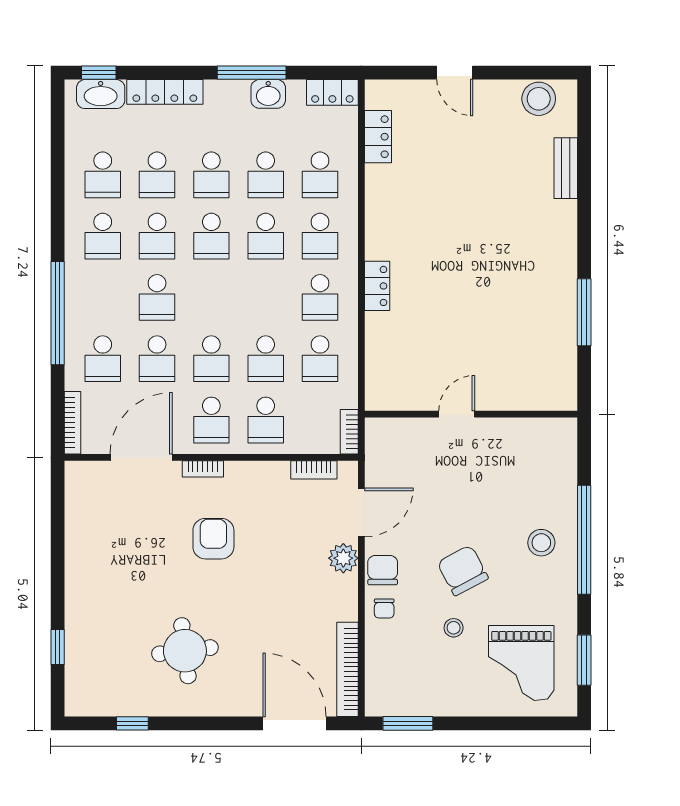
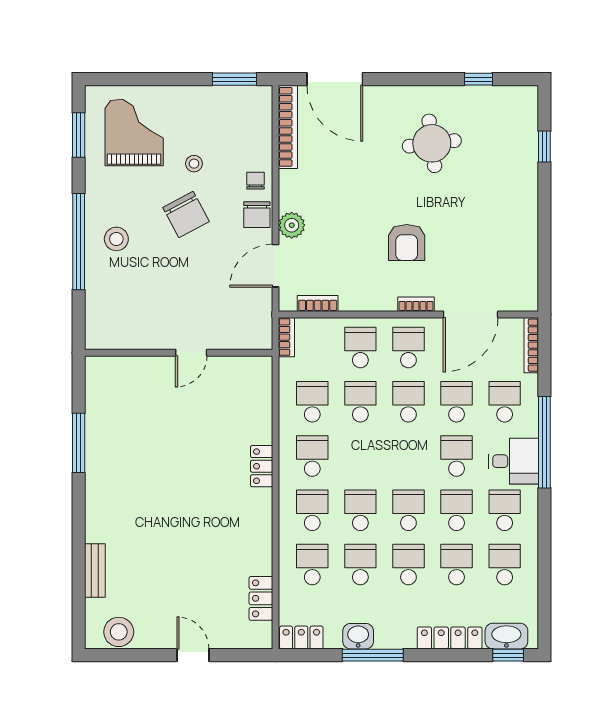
desk: (93, 292) -> (514, 461), added

